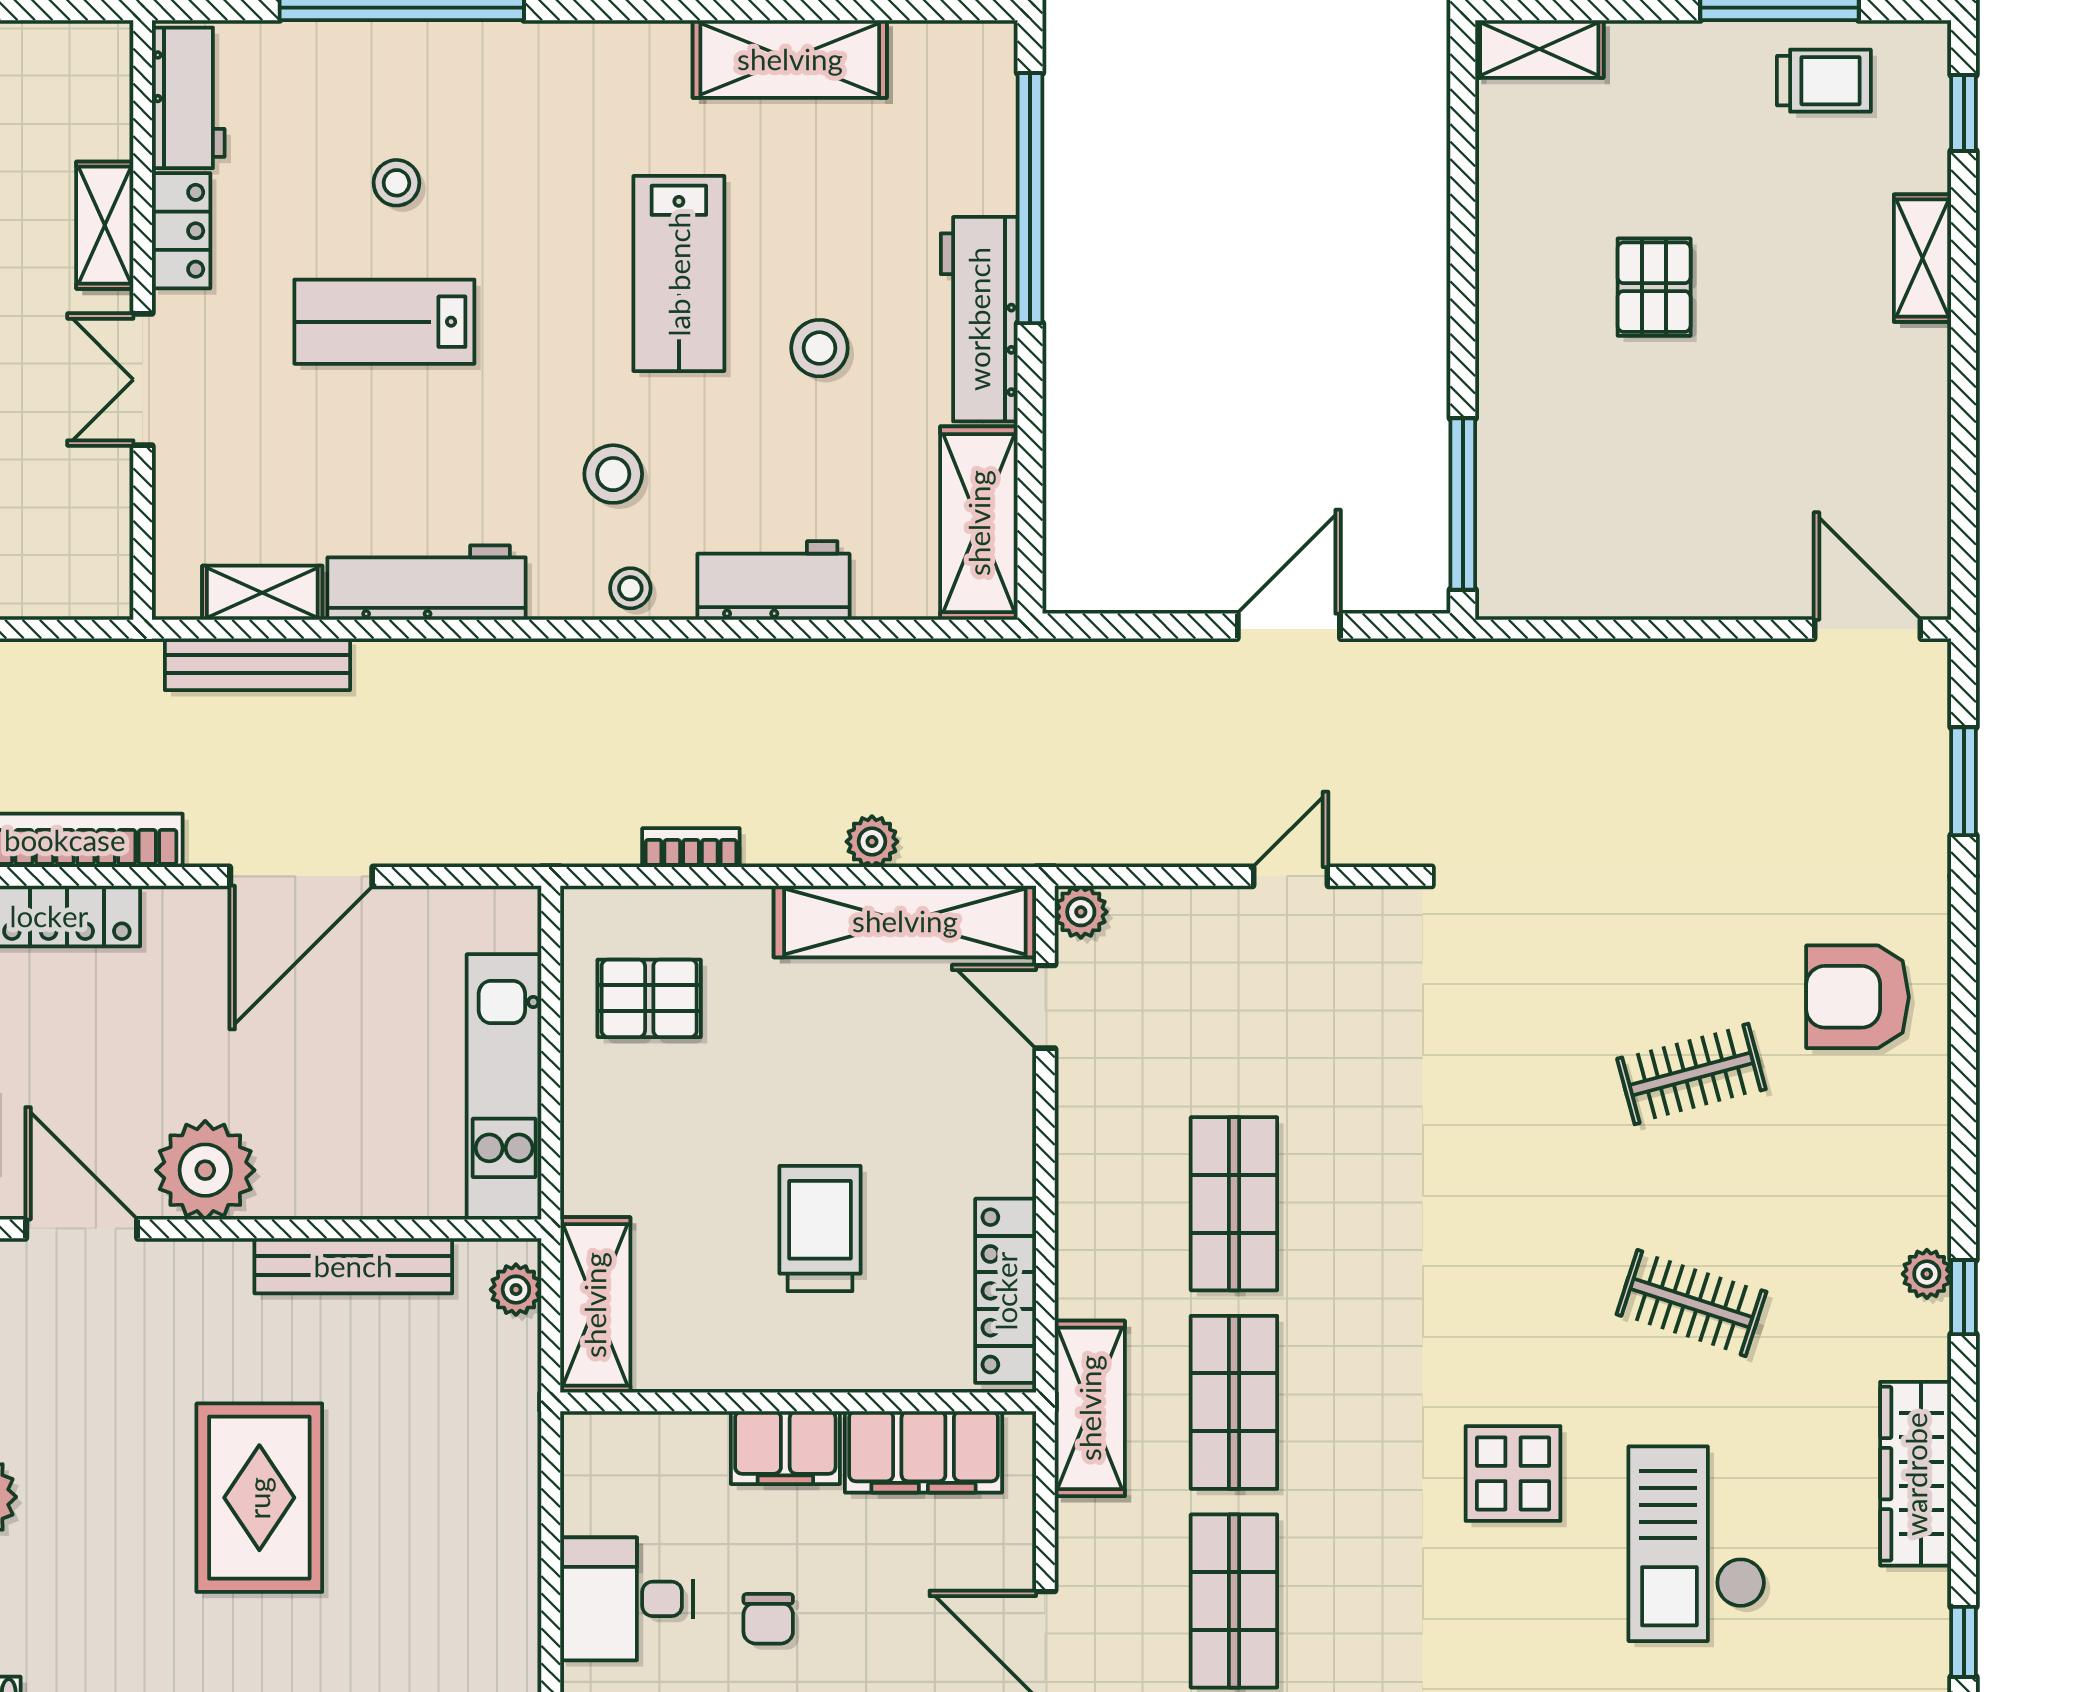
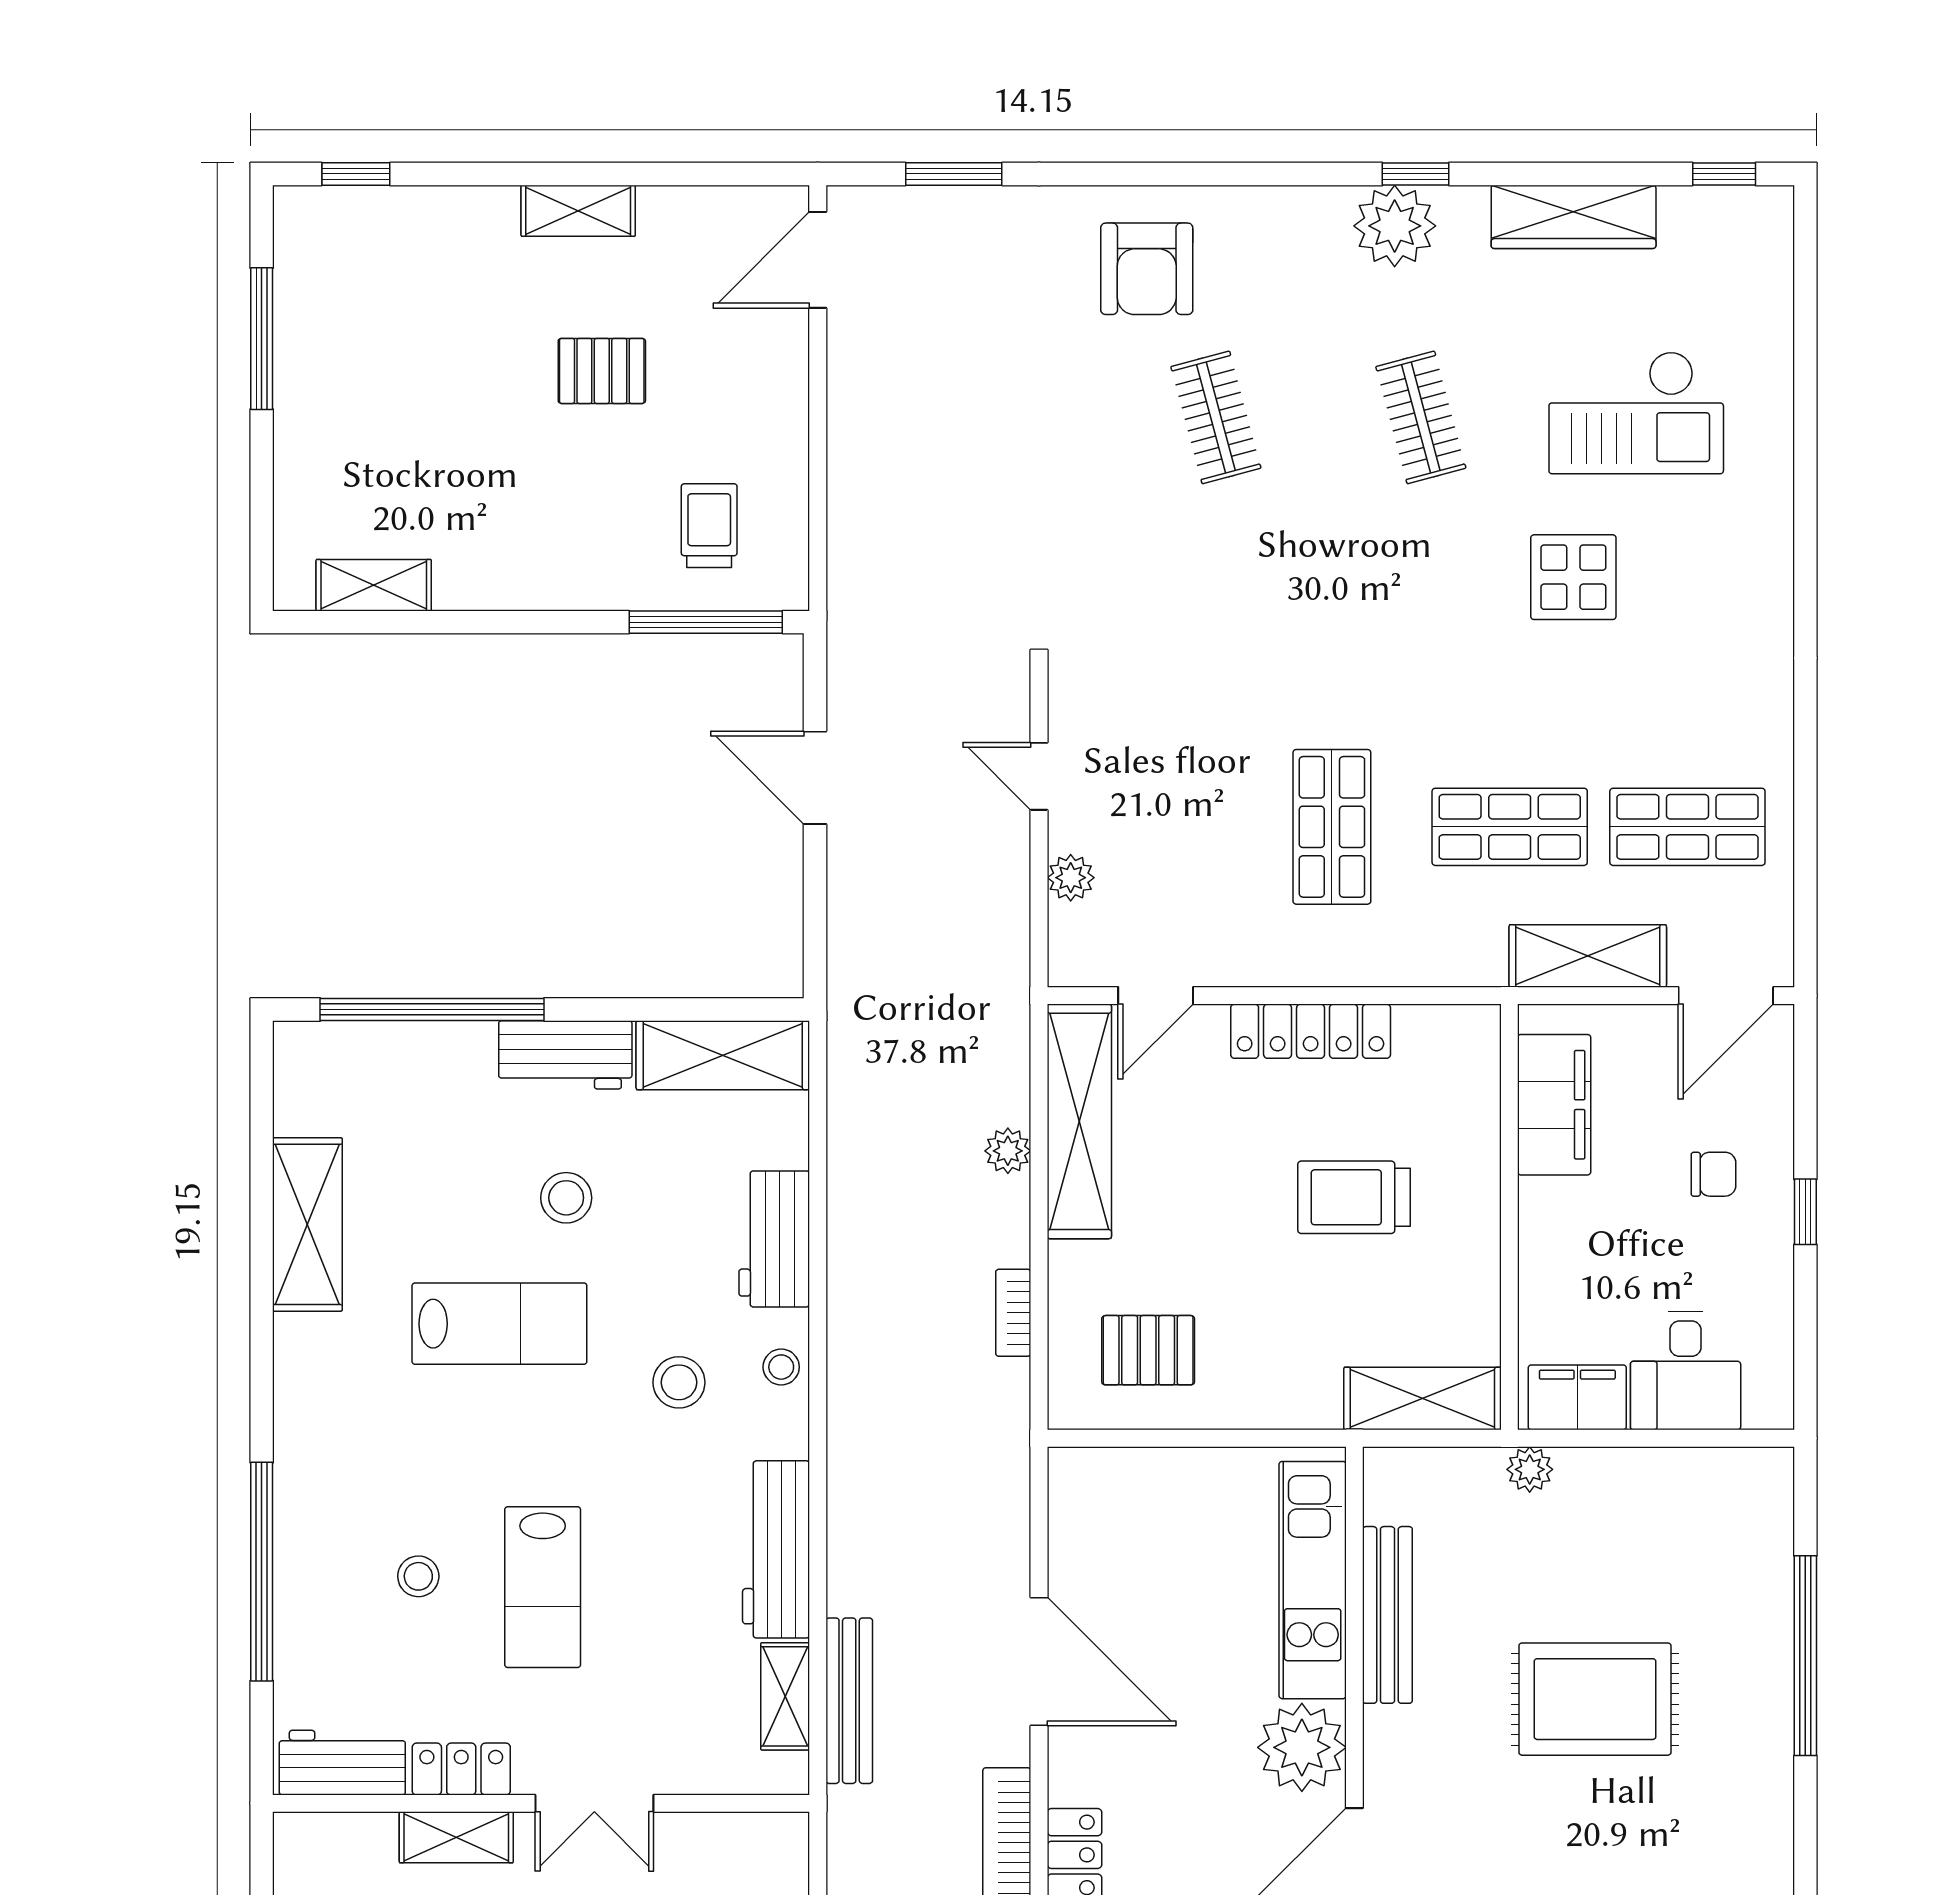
shelving: (1539, 49) -> (374, 585), moved, turned 90
trolley: (1824, 81) -> (709, 526), moved
shelving: (1922, 258) -> (578, 211), moved
pallet: (1654, 287) -> (602, 371), moved
workbench: (979, 319) -> (565, 1055), width x0.73
plant: (1081, 912) -> (1071, 878), moved
pallet: (649, 998) -> (1148, 1350), turned 90
kitchen unit: (504, 1087) -> (1313, 1580), moved, turned 90
shop shelf: (1234, 1204) -> (1332, 827), turned 90
plant: (1927, 1274) -> (1395, 226), width x1.88, depth x1.88
plant: (516, 1290) -> (1530, 1469), moved
locker: (1006, 1291) -> (1311, 1031), moved
clothes rail: (1691, 1303) -> (1421, 417), turned -33
shelving: (1090, 1408) -> (1588, 956), moved
filing cabinet: (785, 1448) -> (1577, 1397), moved, turned -90
chair: (768, 1619) -> (1713, 1174), moved

